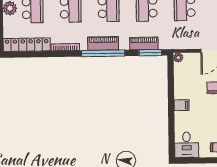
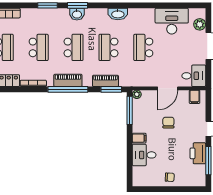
window: (171, 75) -> (130, 110), added
desk: (187, 145) -> (144, 155), moved, turned 90

